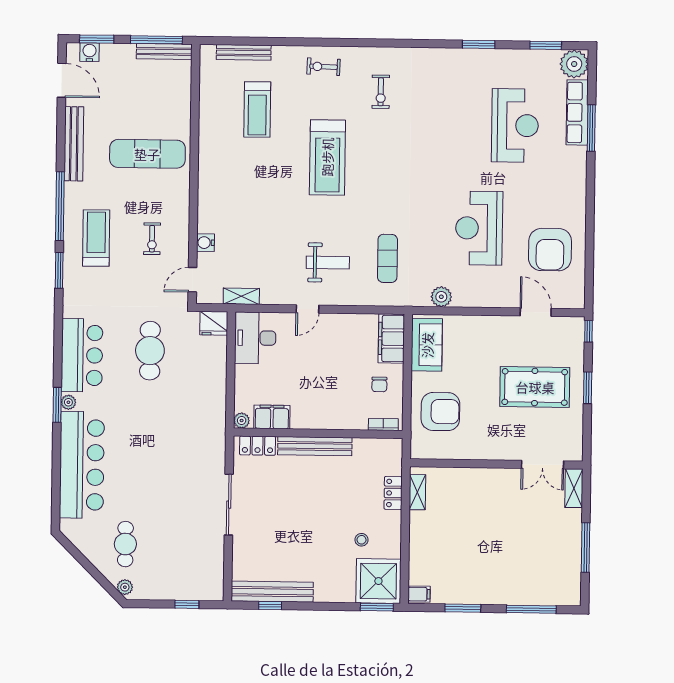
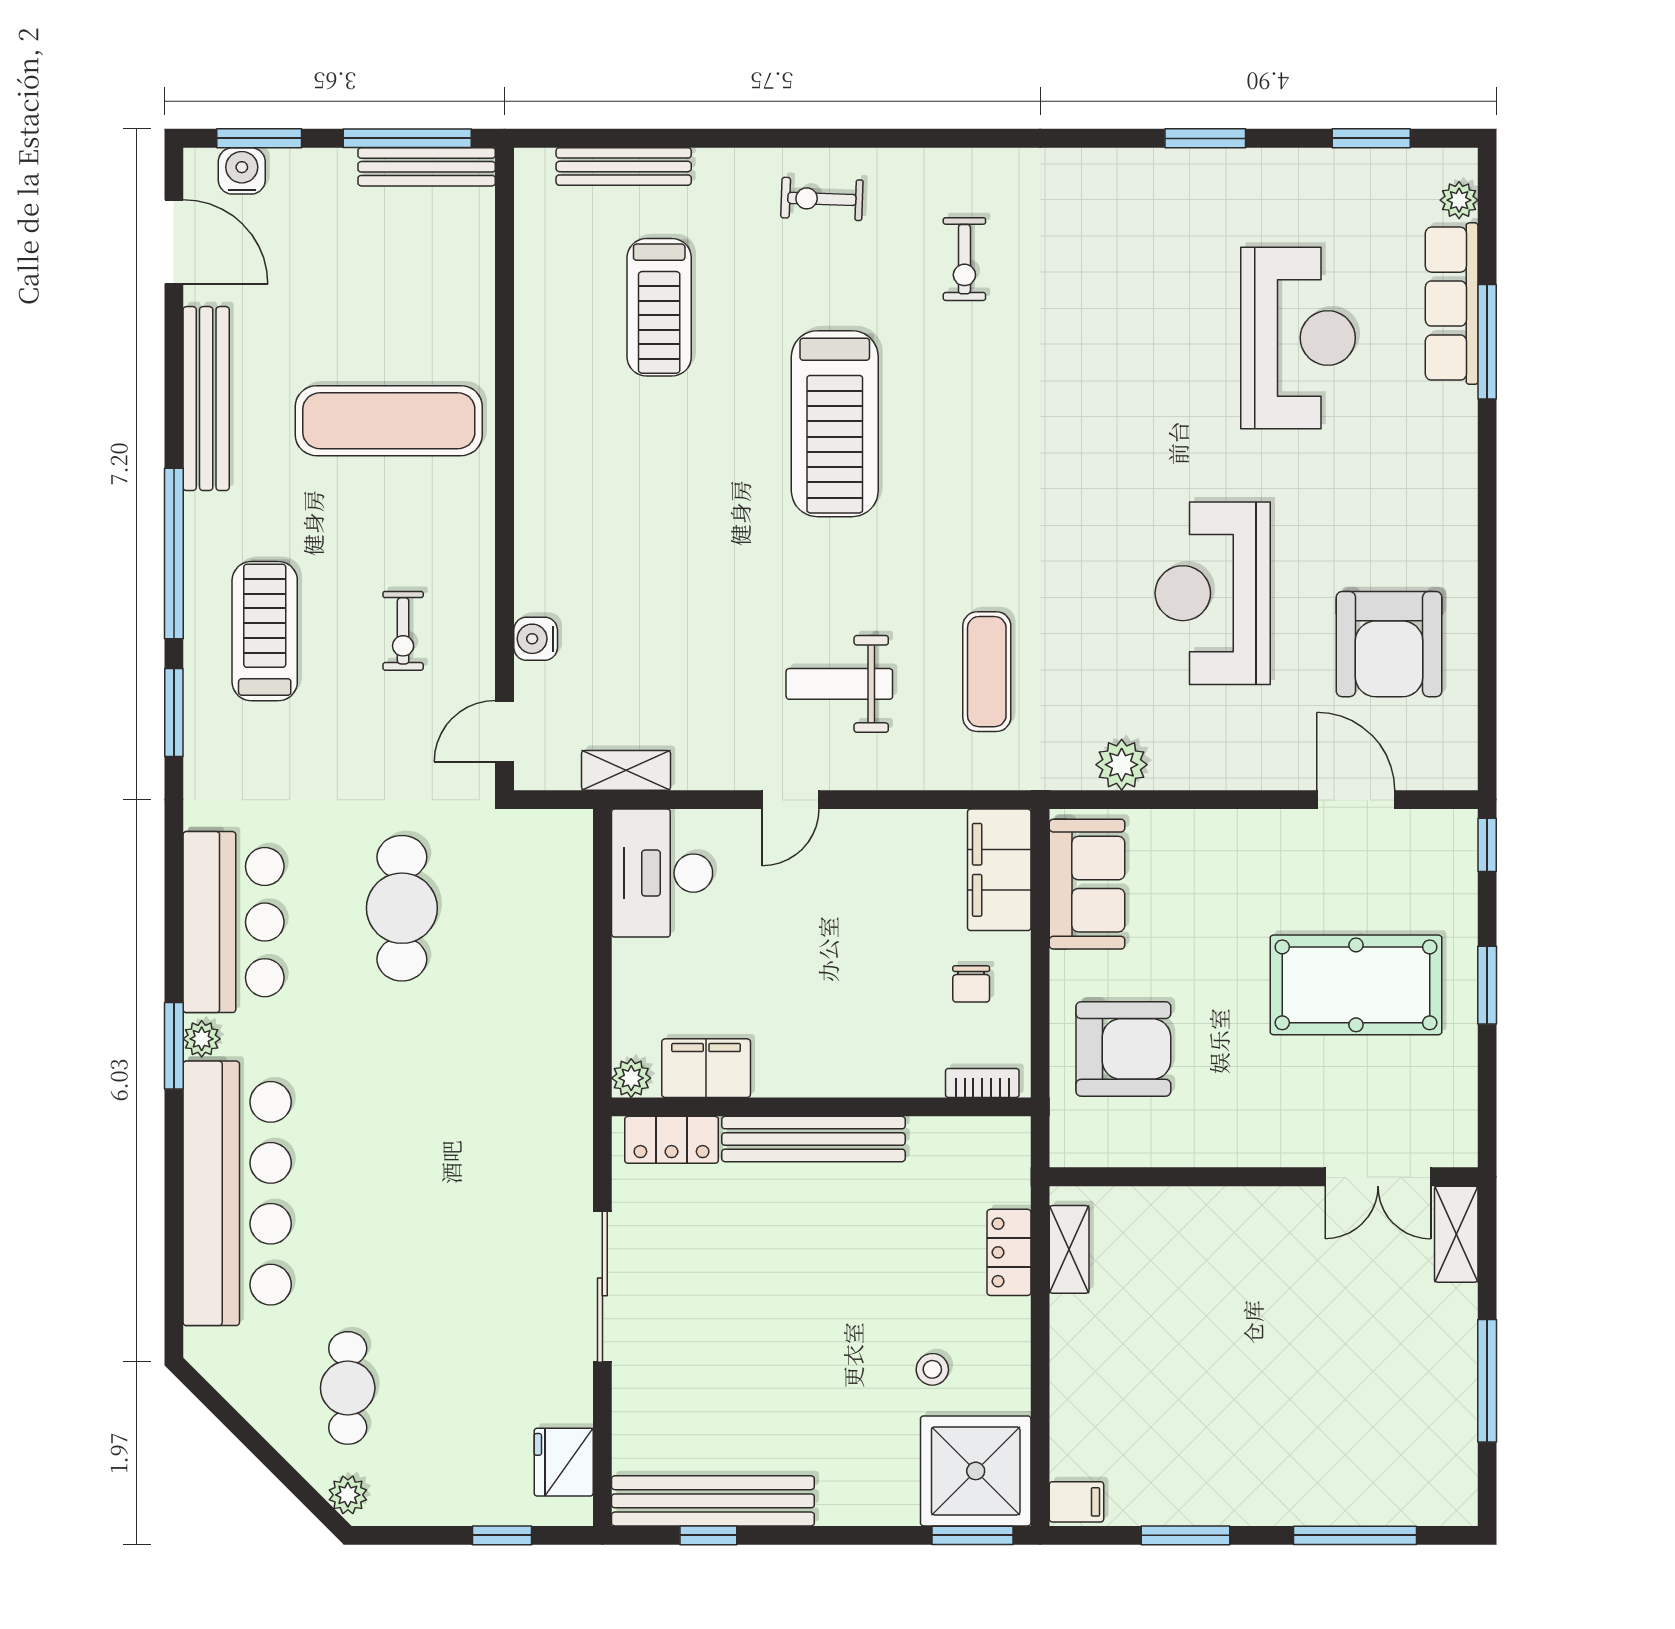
plant: (574, 64) -> (1459, 200), width x0.53, depth x0.53
weight bench: (328, 263) -> (839, 684), turned 180
fridge: (214, 323) -> (564, 1462), moved, turned 90

